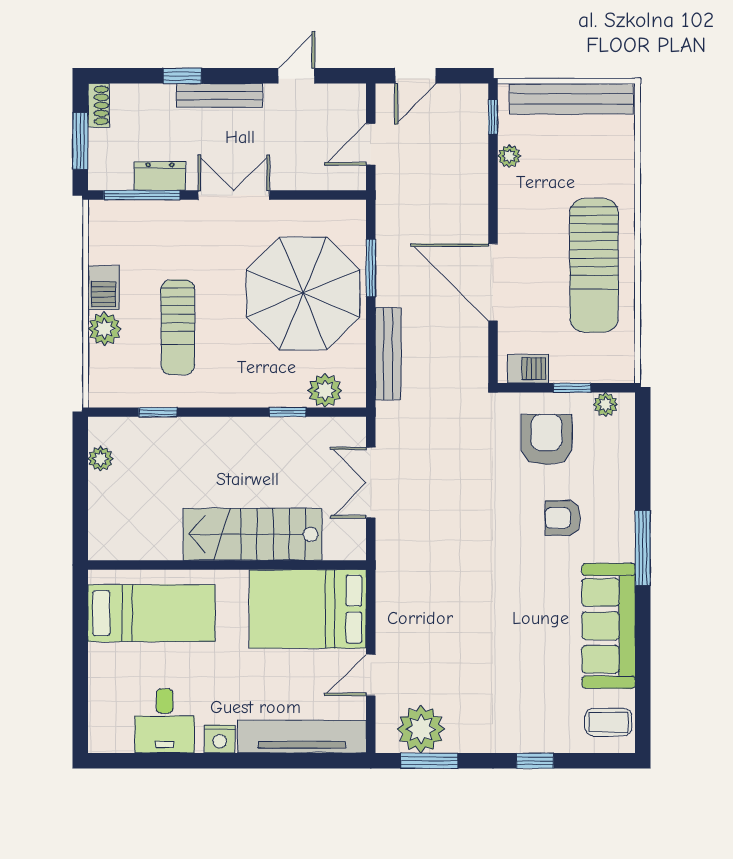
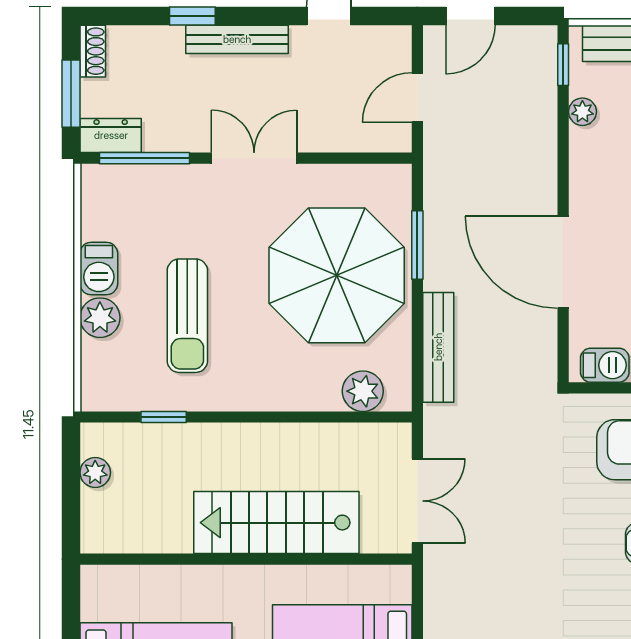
dresser: (160, 176) -> (111, 135), moved
window: (288, 412) -> (318, 417), removed
double door: (371, 483) -> (417, 501), swing flipped
stairs: (252, 534) -> (276, 523), moved
wall: (227, 565) -> (246, 559), moved

